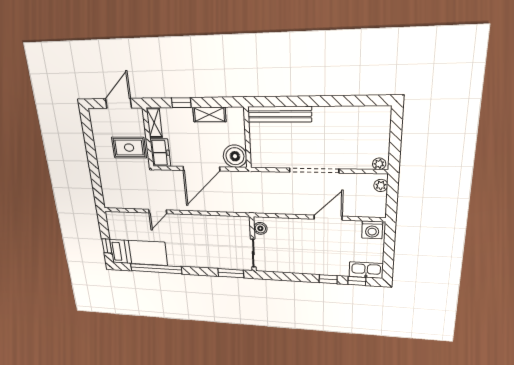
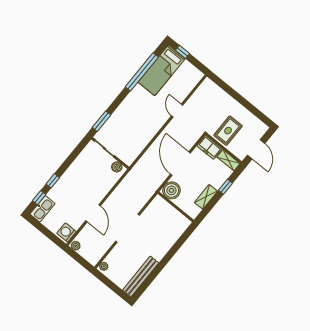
bench: (279, 114) -> (141, 276), moved
plant: (381, 185) -> (76, 246), moved

